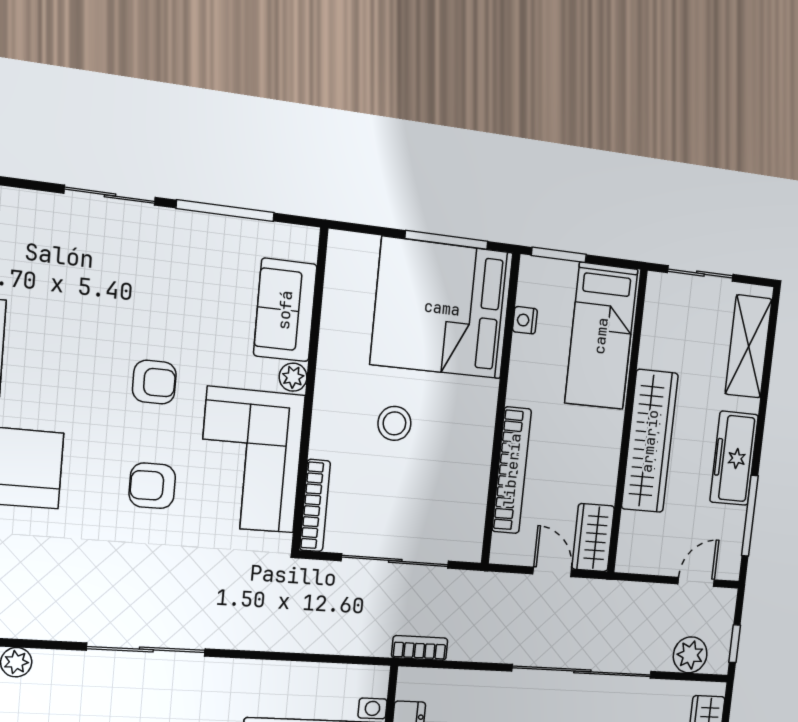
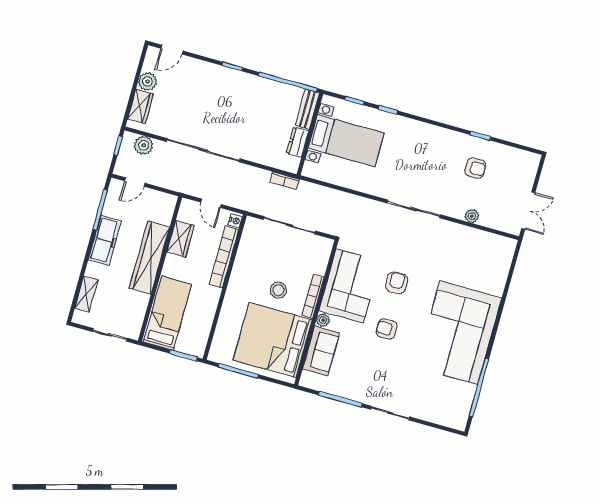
bed: (442, 308) -> (273, 340), moved, turned 180
nightstand: (525, 320) -> (235, 221), moved
shelving: (749, 346) -> (86, 294), width x0.67, depth x0.75
armchair: (152, 486) -> (396, 283), turned -90
bookcase: (315, 506) -> (313, 296), moved
wardrobe: (593, 538) -> (181, 239), moved

